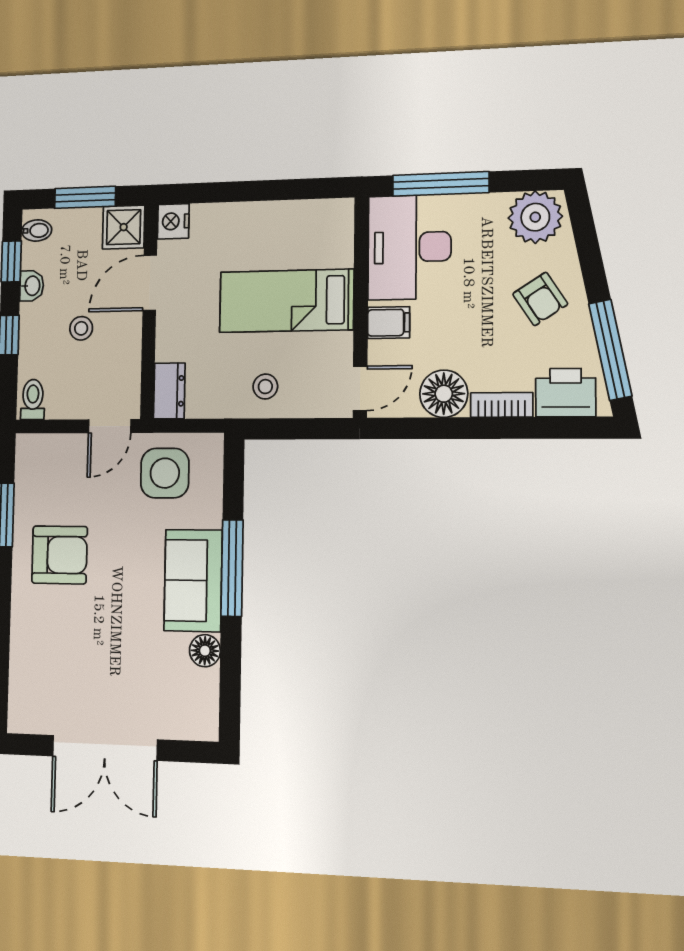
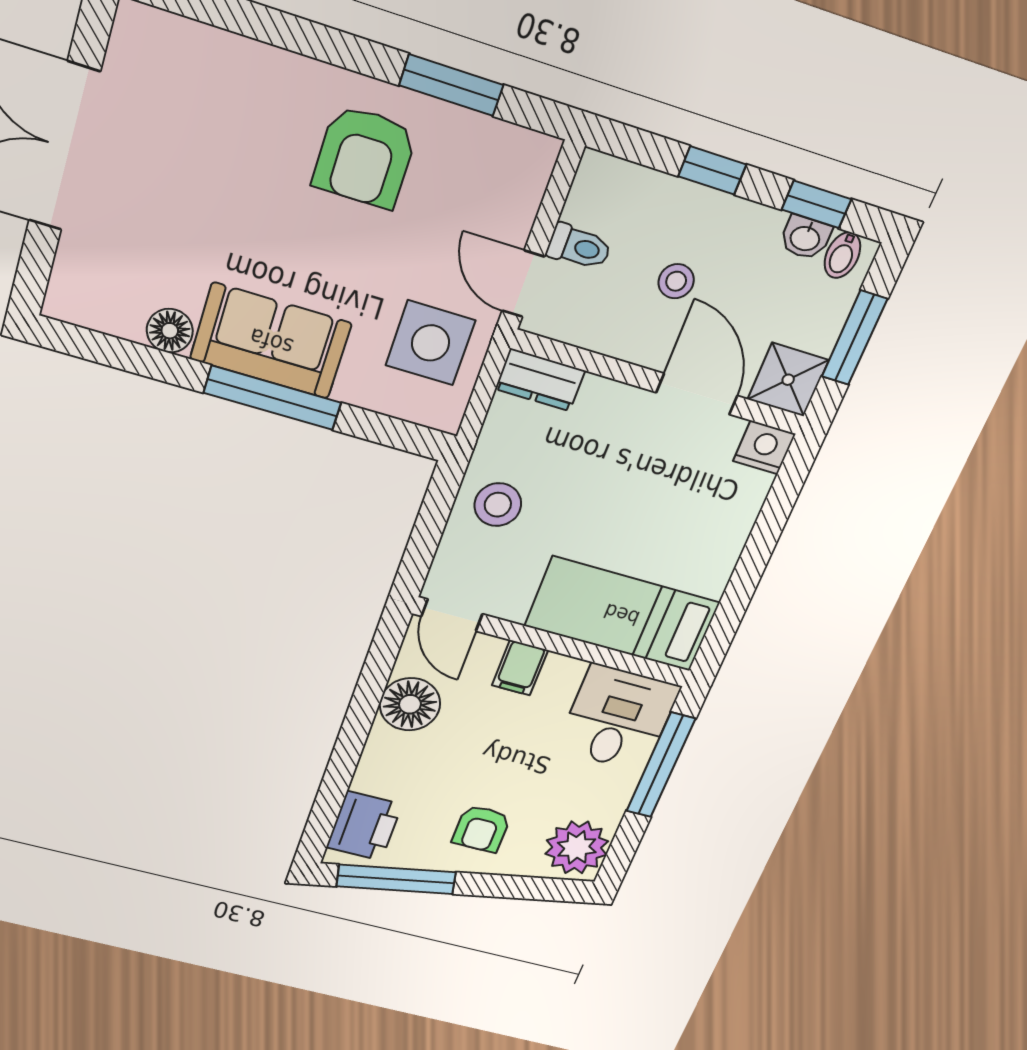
desk: (409, 247) -> (618, 718), width x0.73
washbasin: (32, 286) -> (805, 238), moved
armchair: (540, 299) -> (481, 829), turned -57
bed: (286, 301) -> (622, 614), moved, turned -90
stool: (265, 387) -> (498, 505), width x1.37, depth x1.37
toilet: (33, 400) -> (579, 247), moved
bookcase: (502, 405) -> (374, 760), removed

